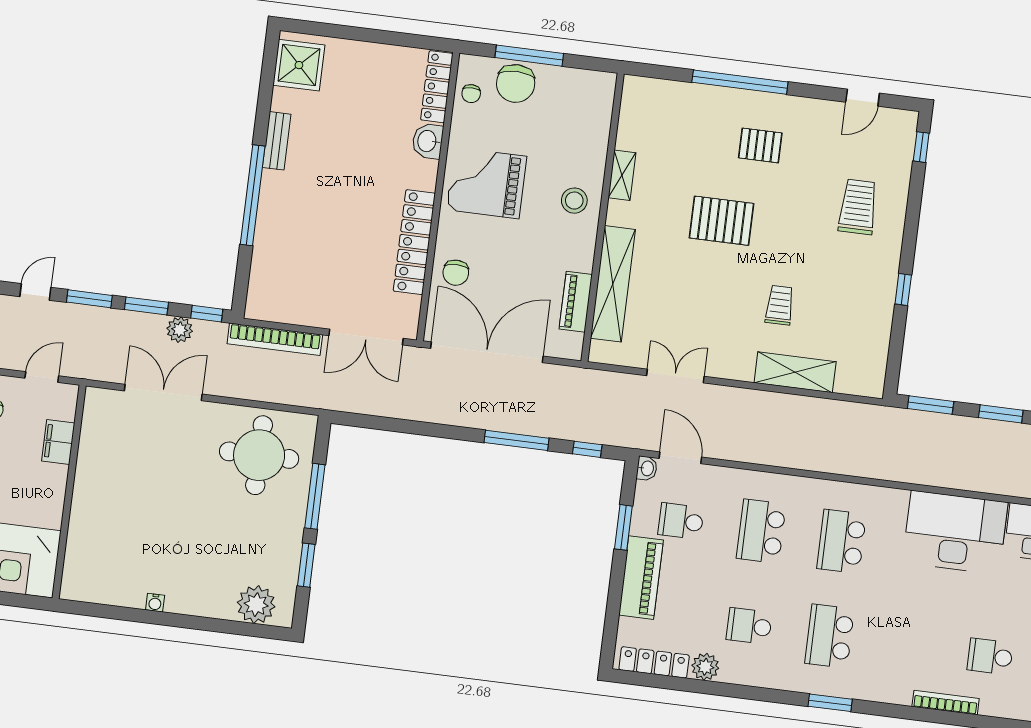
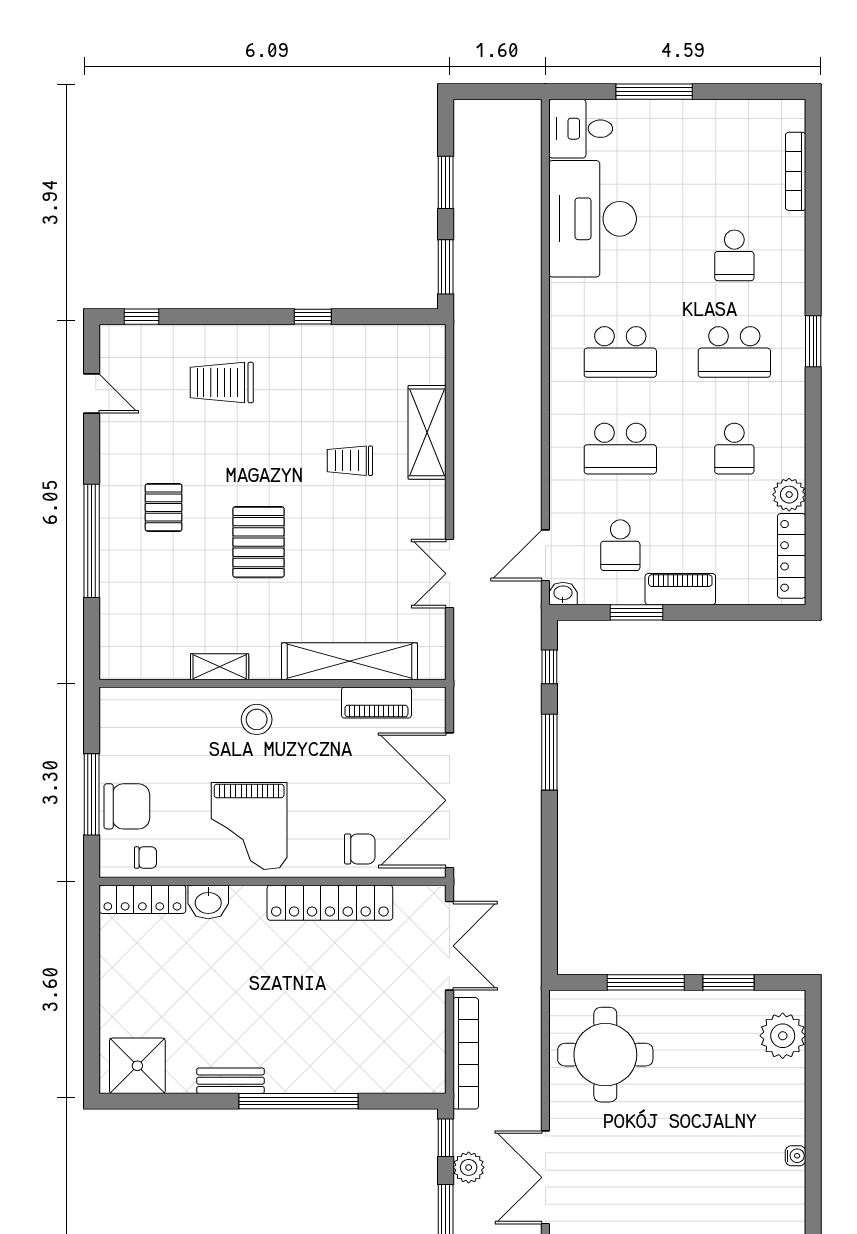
piano: (641, 578) -> (680, 589), width x0.73, depth x0.75
school desk: (990, 656) -> (734, 255), moved
bookcase: (946, 703) -> (796, 171), moved

